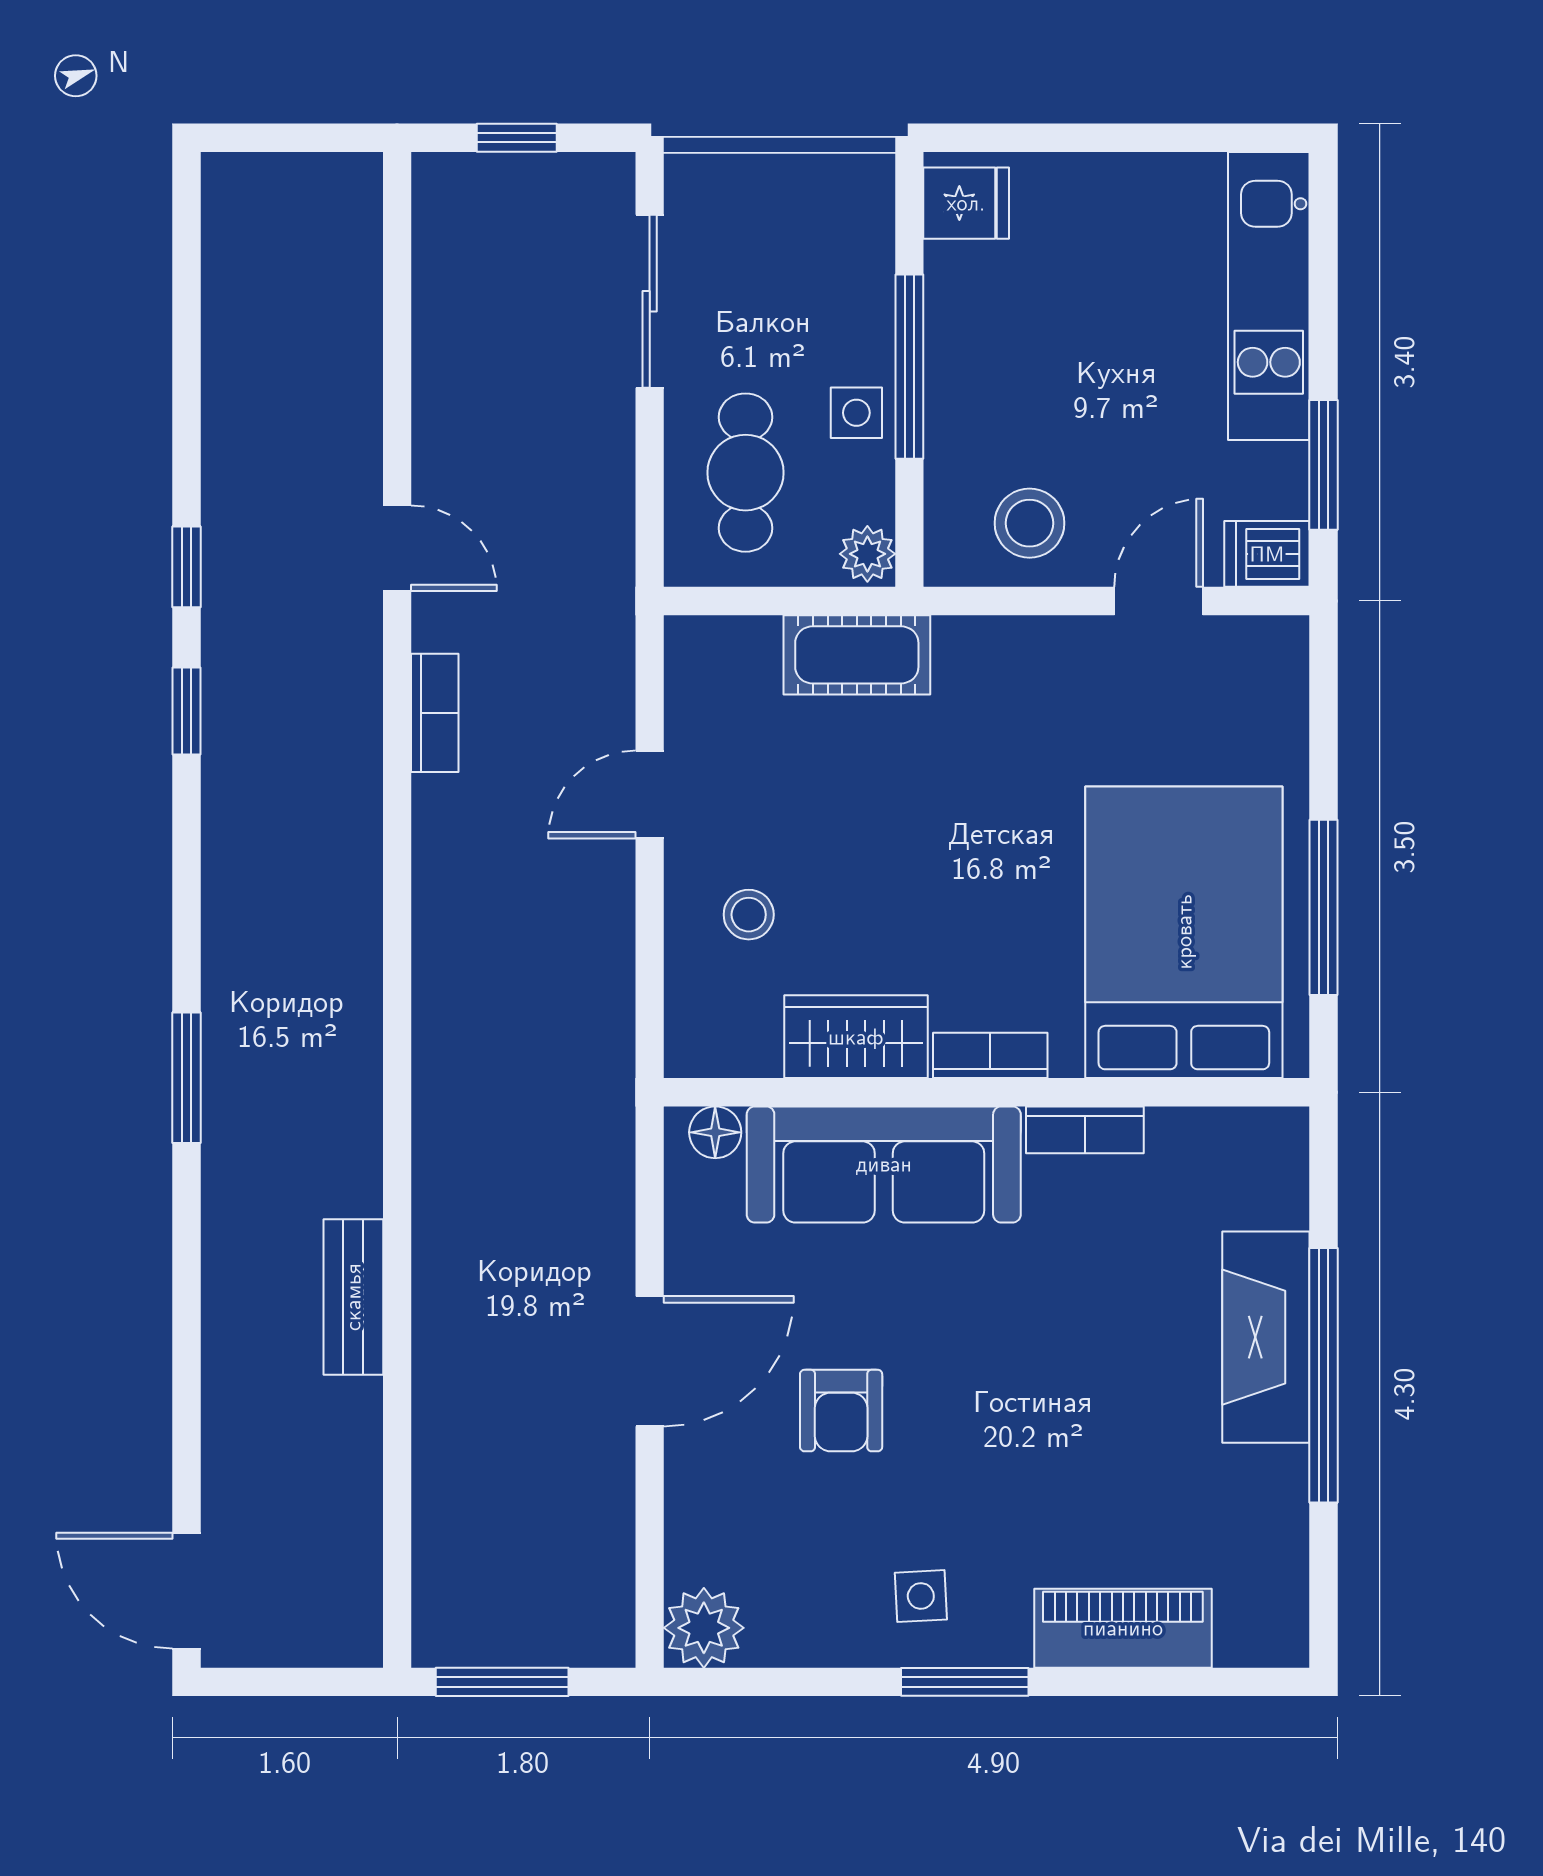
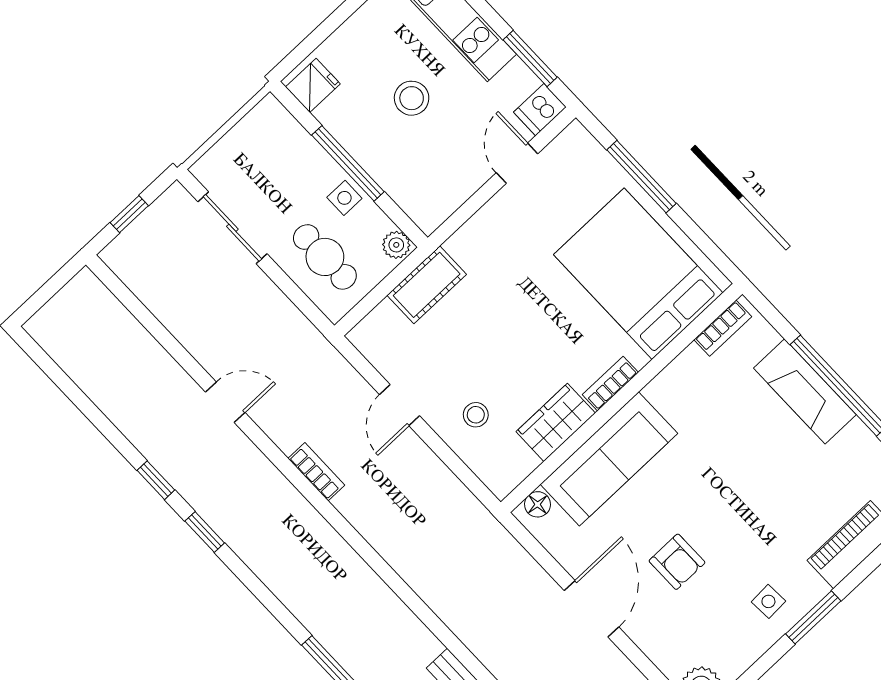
stool: (1029, 523) -> (412, 98), moved
bookcase: (435, 713) -> (316, 472), moved
window: (1323, 907) -> (641, 177), moved
bookcase: (1085, 1130) -> (723, 328), moved

